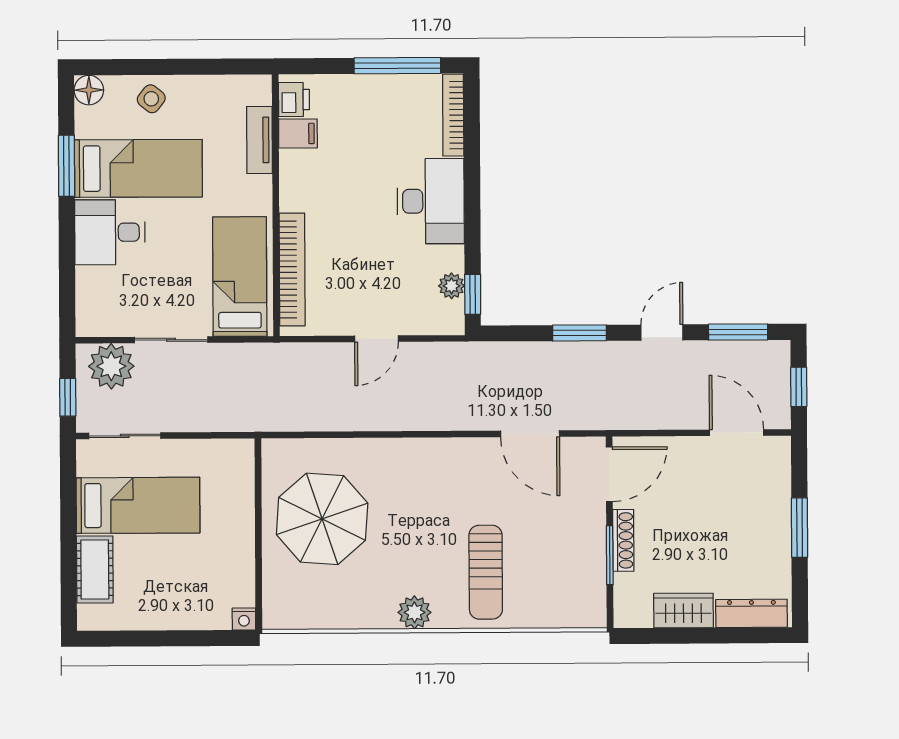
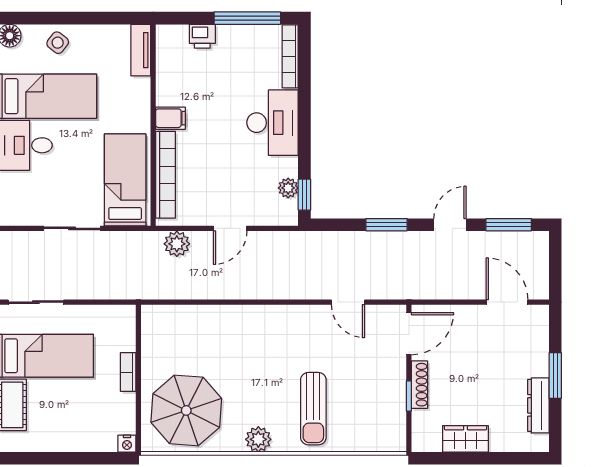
printer: (294, 100) -> (202, 36), moved, turned 90
filing cabinet: (298, 134) -> (170, 118), moved
tv unit: (259, 140) -> (141, 50), moved
plant: (111, 366) -> (177, 244), moved, width x0.73, depth x0.73
window: (799, 387) -> (555, 267), removed
door: (530, 434) -> (348, 302), width x0.73
parasol: (322, 519) -> (186, 410), moved
bookcase: (245, 526) -> (128, 372), added
window: (610, 555) -> (409, 396), width x0.67
dresser: (751, 613) -> (538, 405), moved, turned -90

